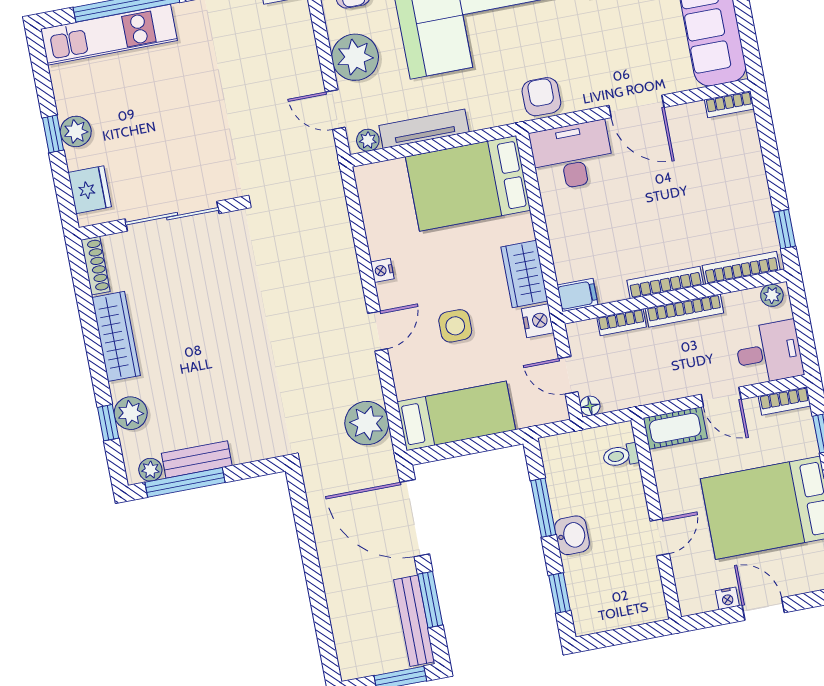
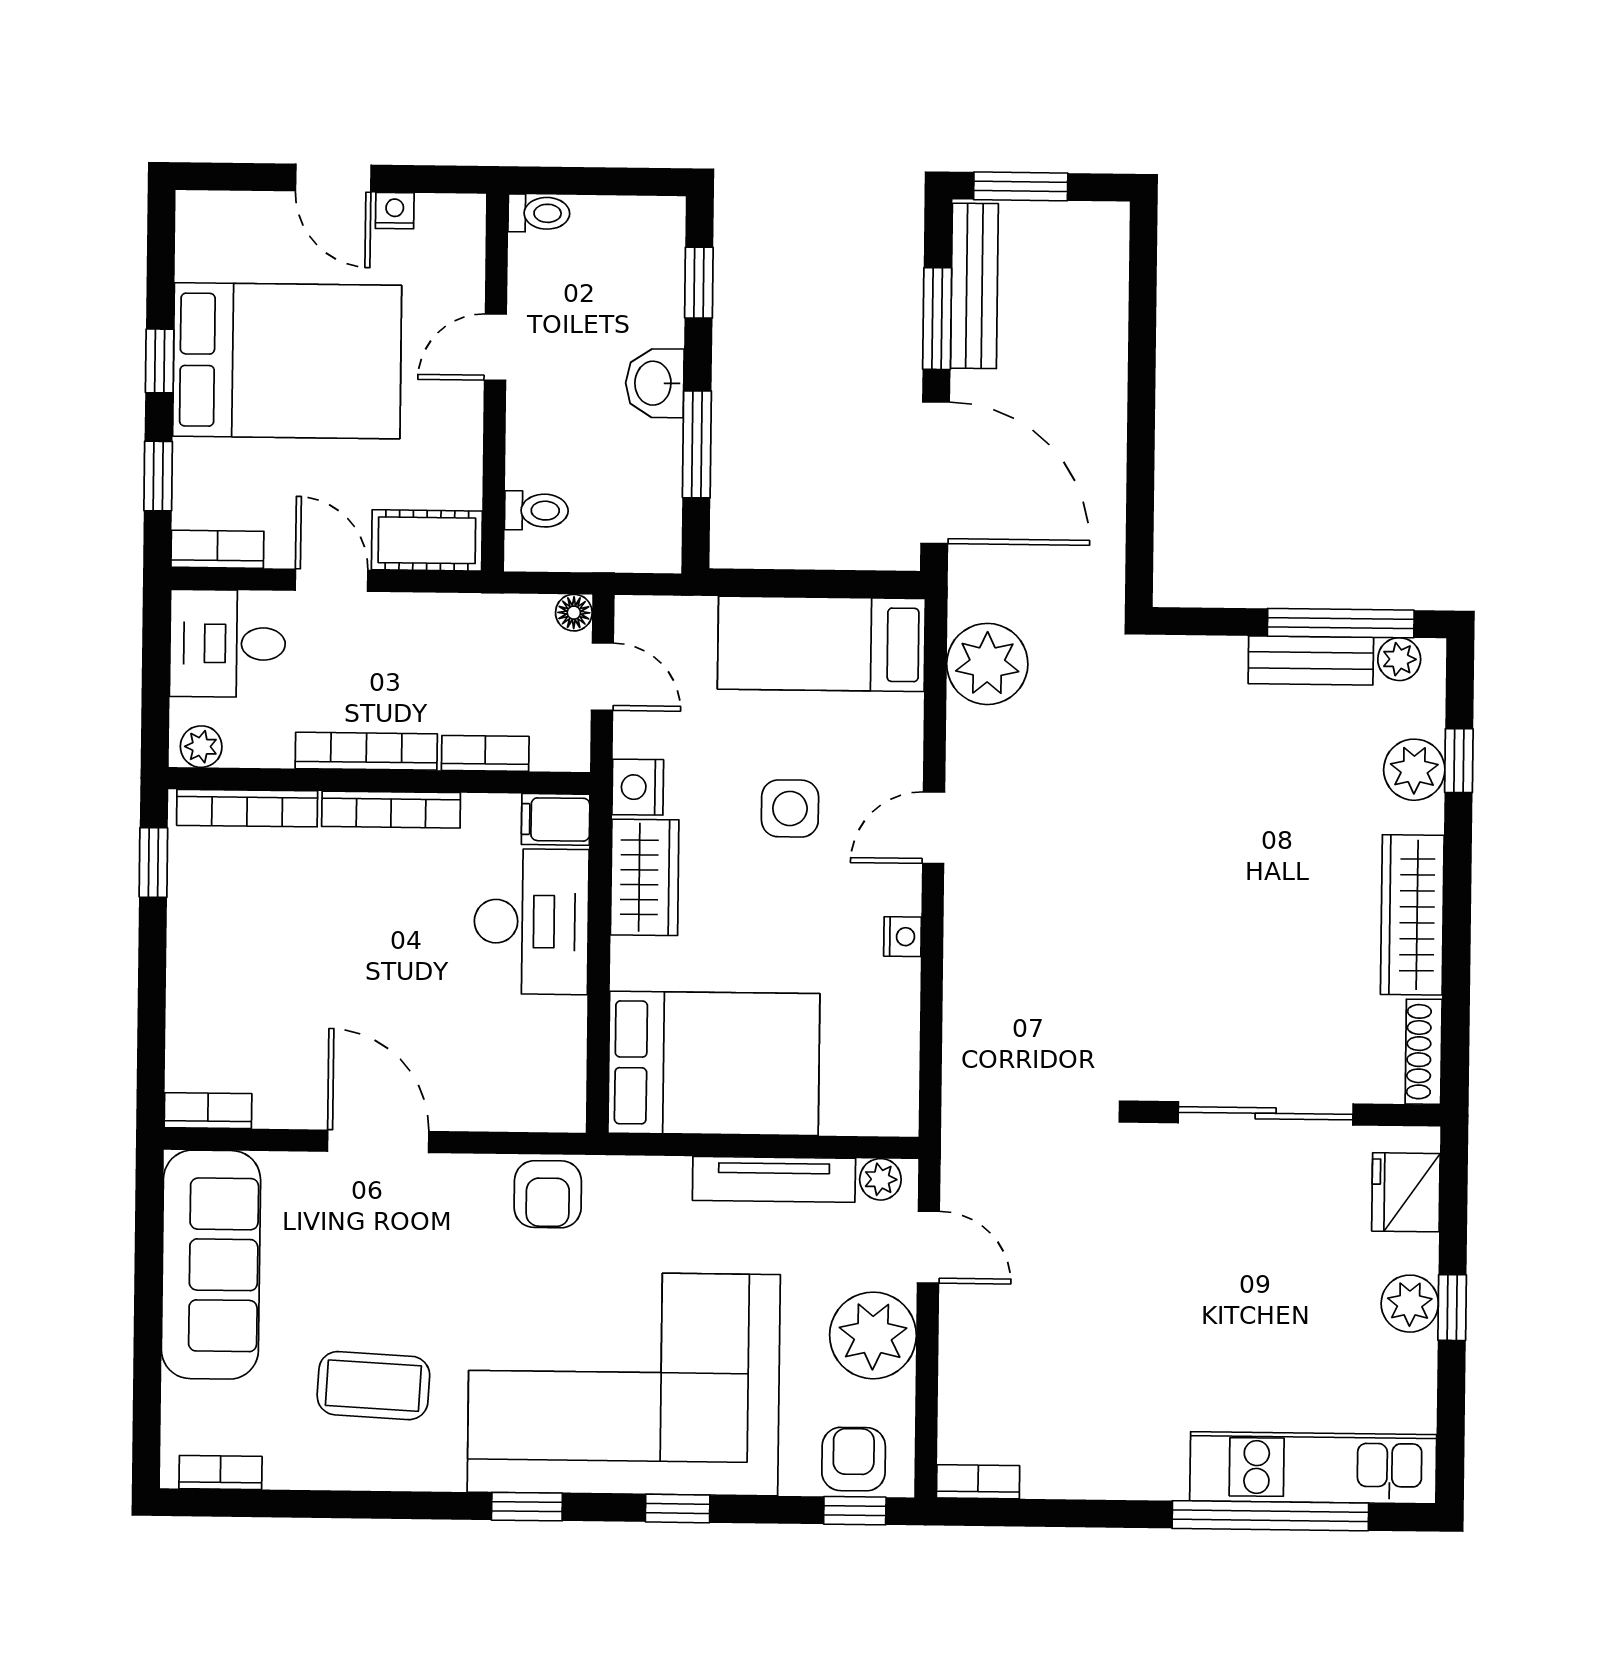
desk: (572, 156) -> (531, 922), moved, turned -90
toilet: (651, 612) -> (539, 213), added

